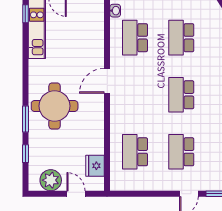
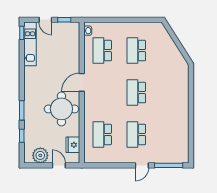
round table: (55, 106) -> (61, 109), moved

